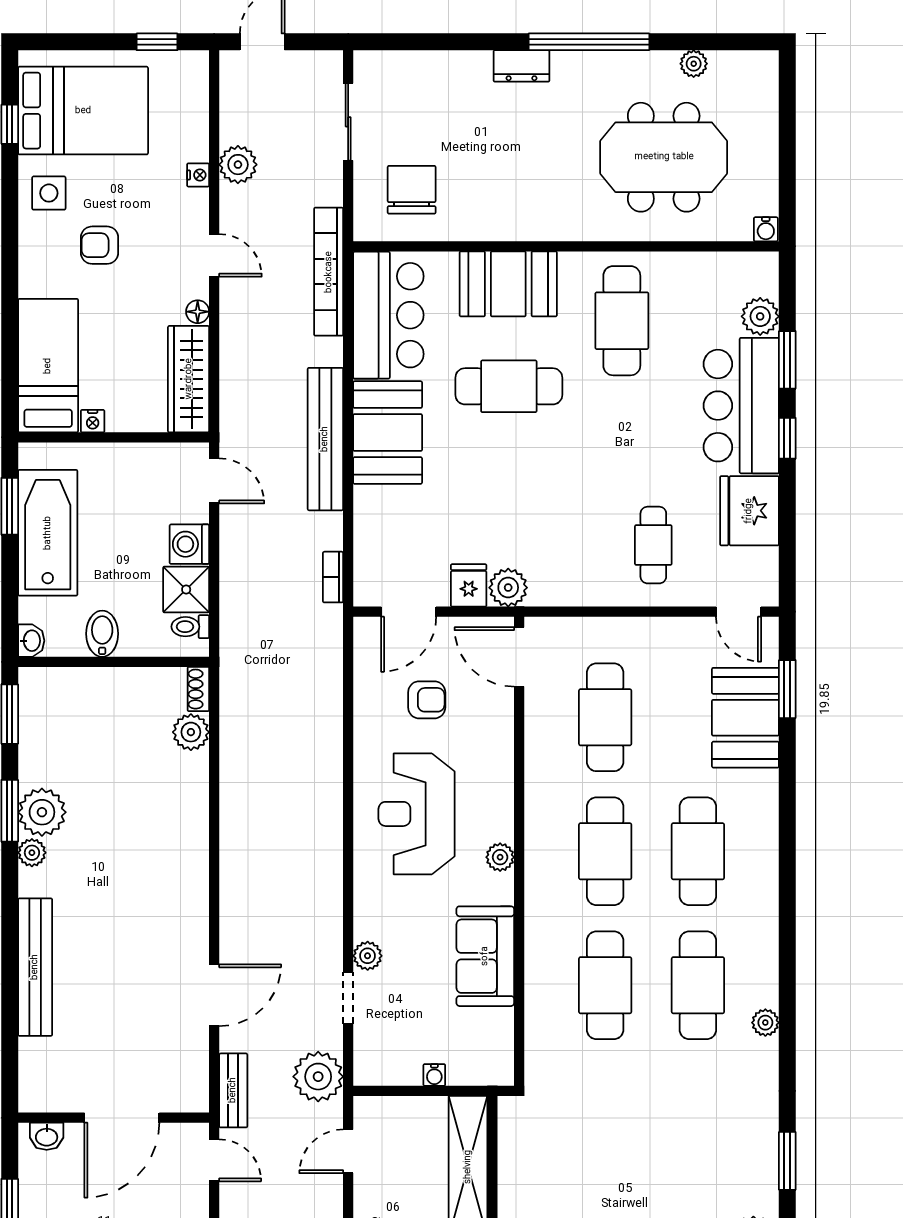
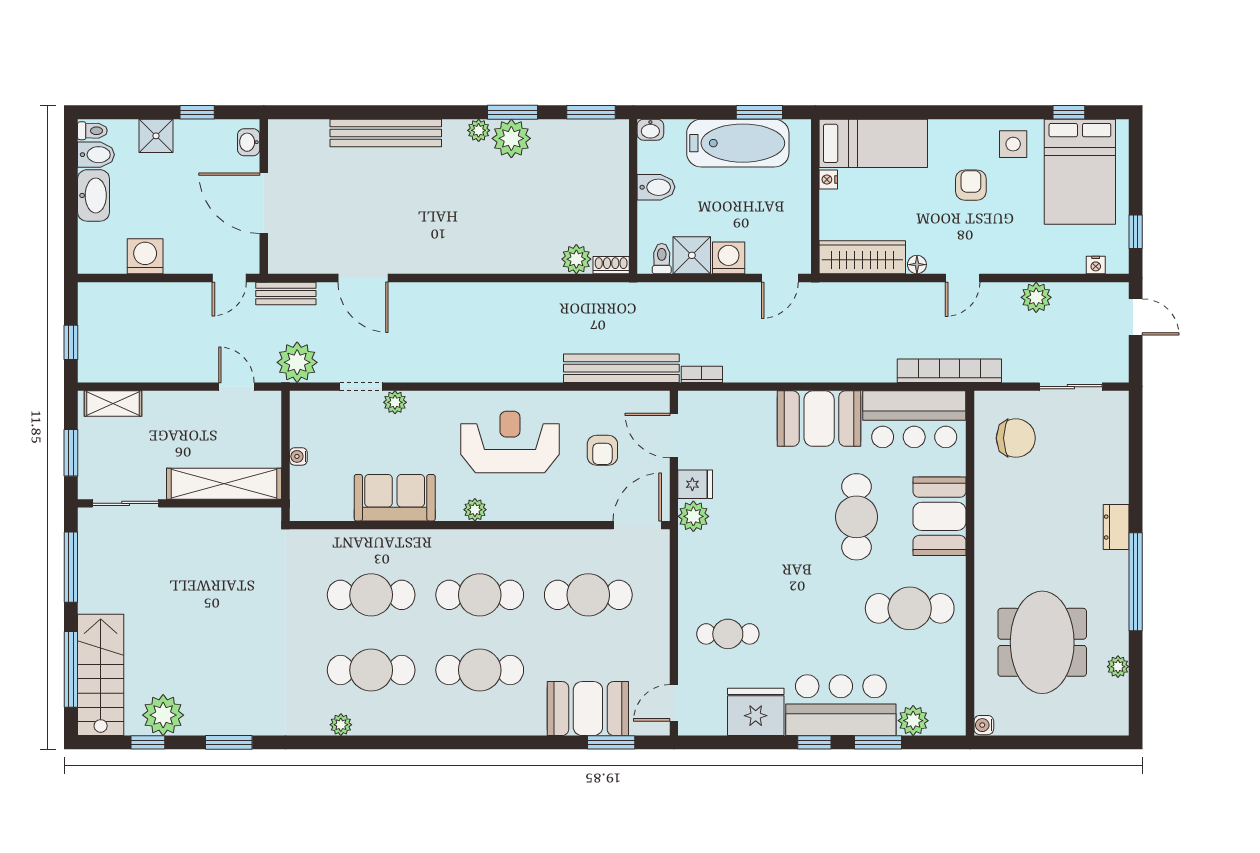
nightstand: (198, 175) -> (1096, 265), moved
bench: (325, 439) -> (621, 368), moved

